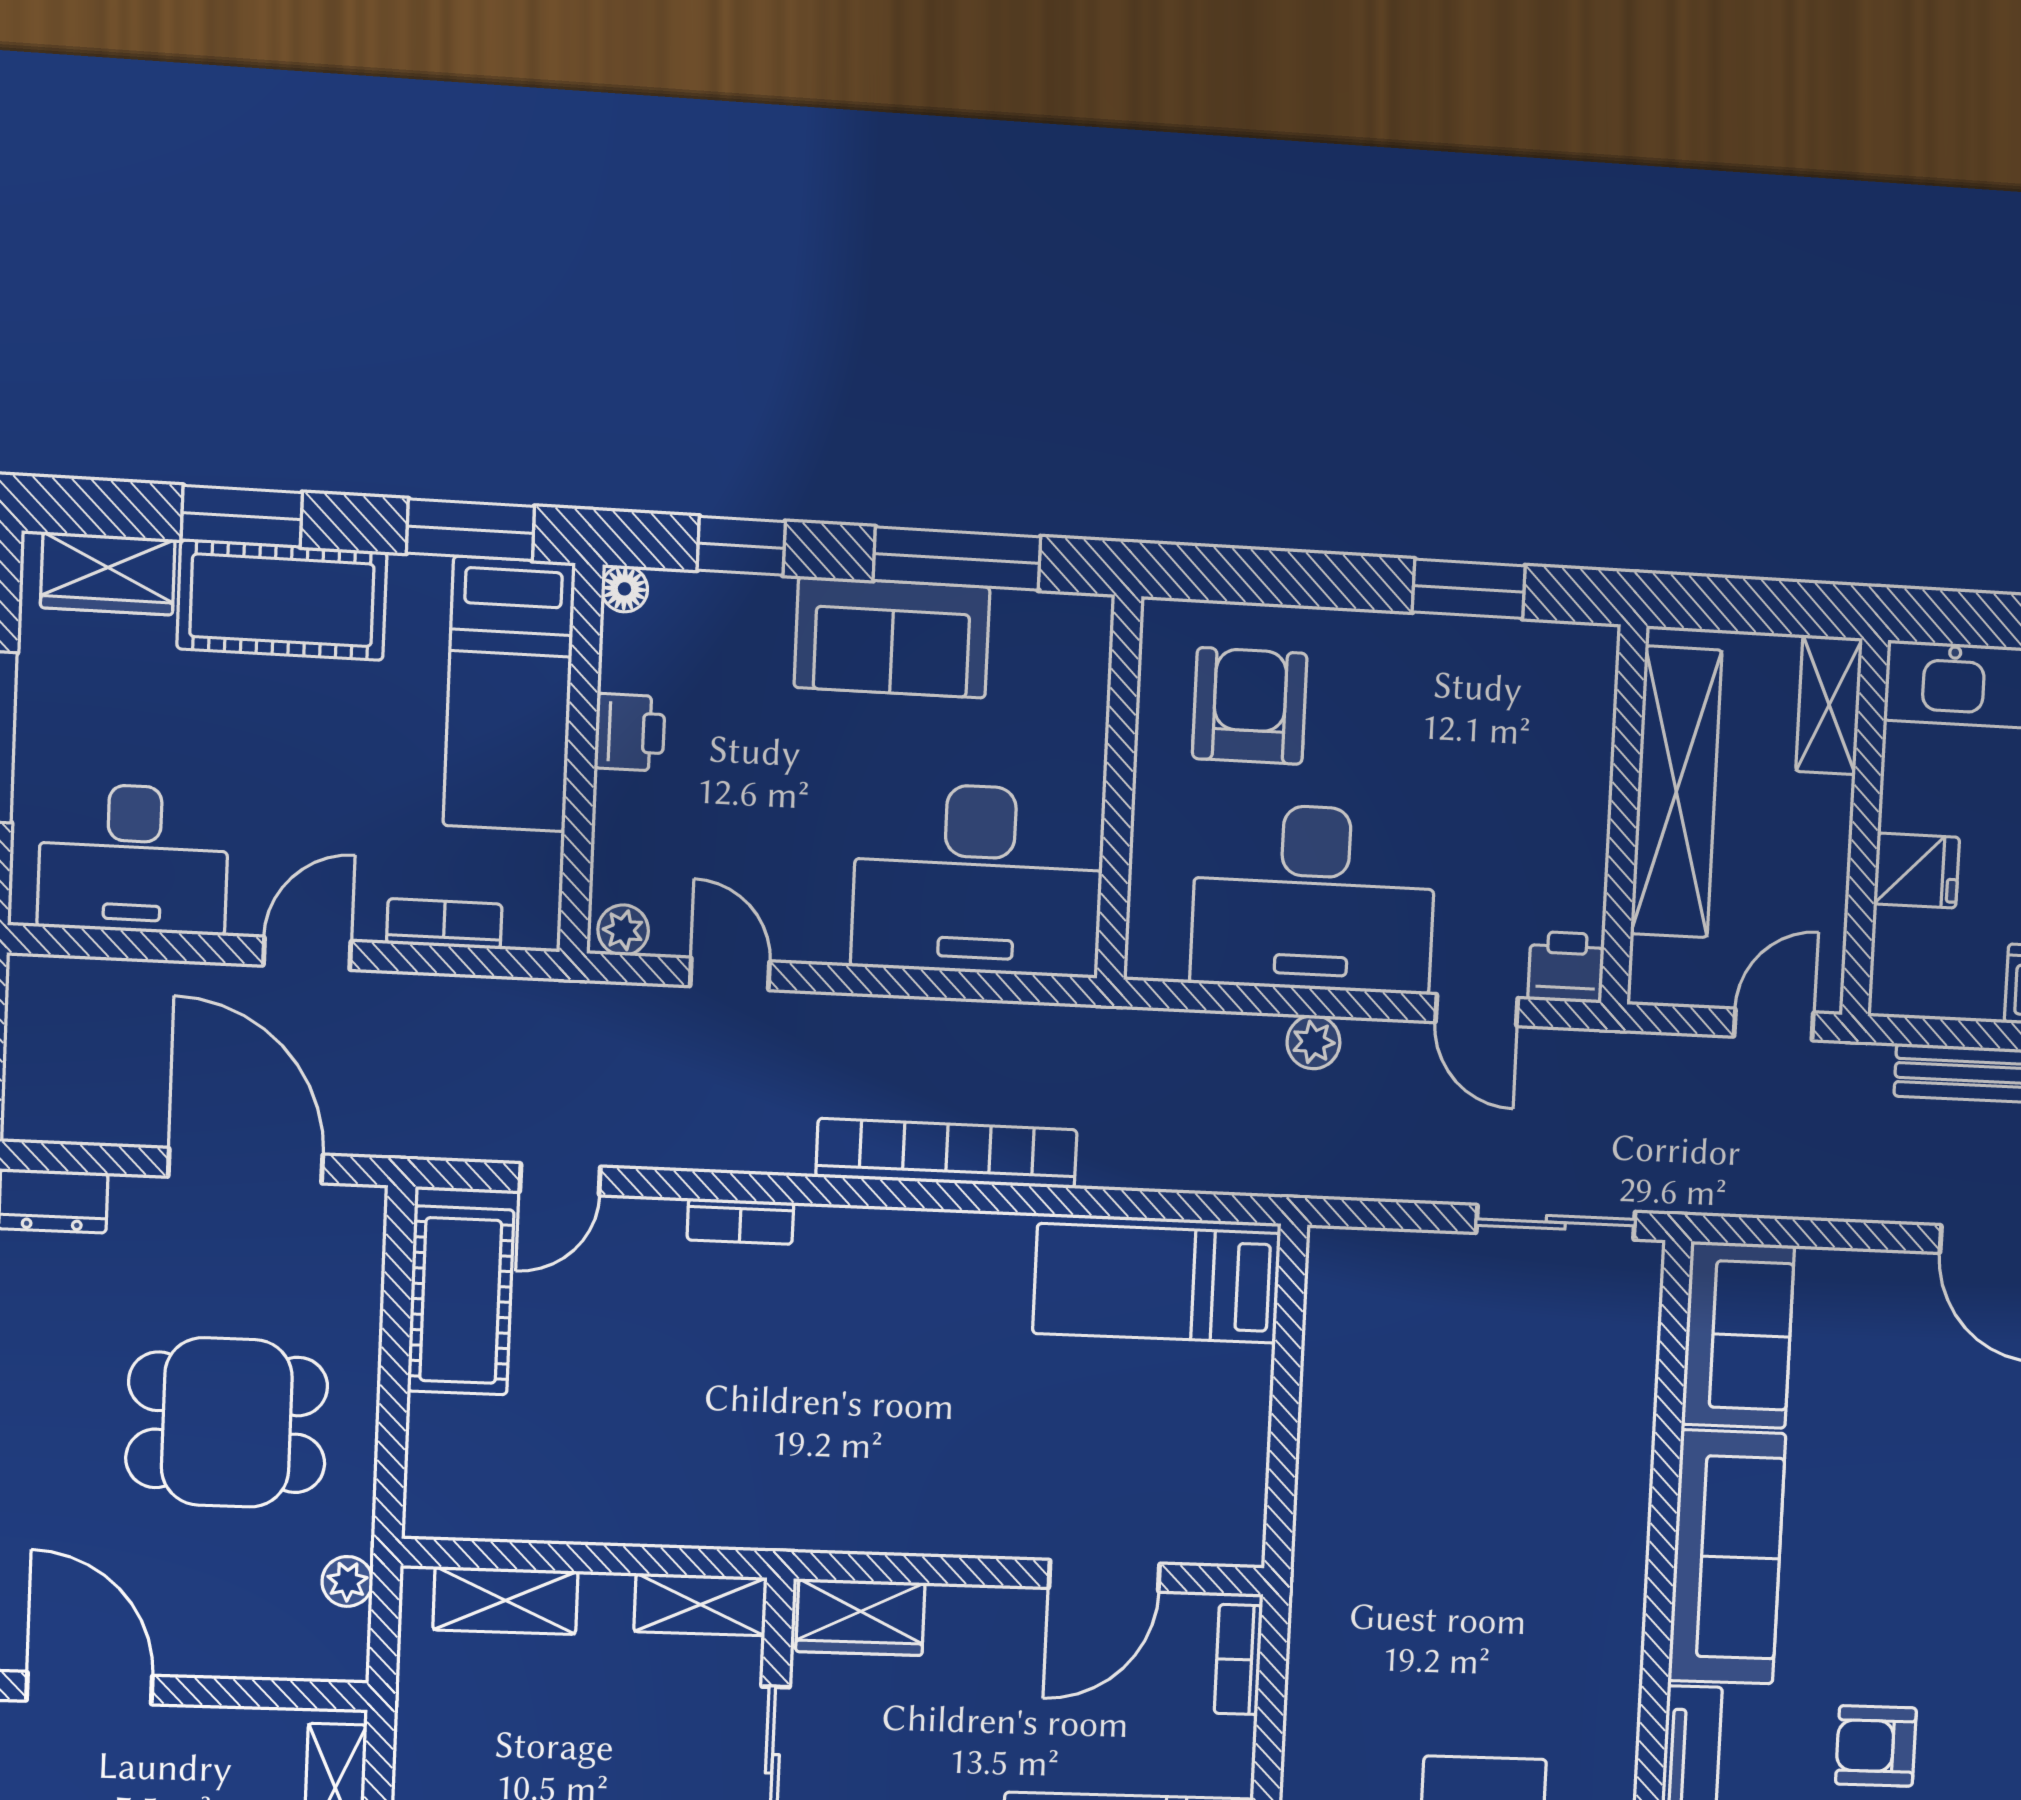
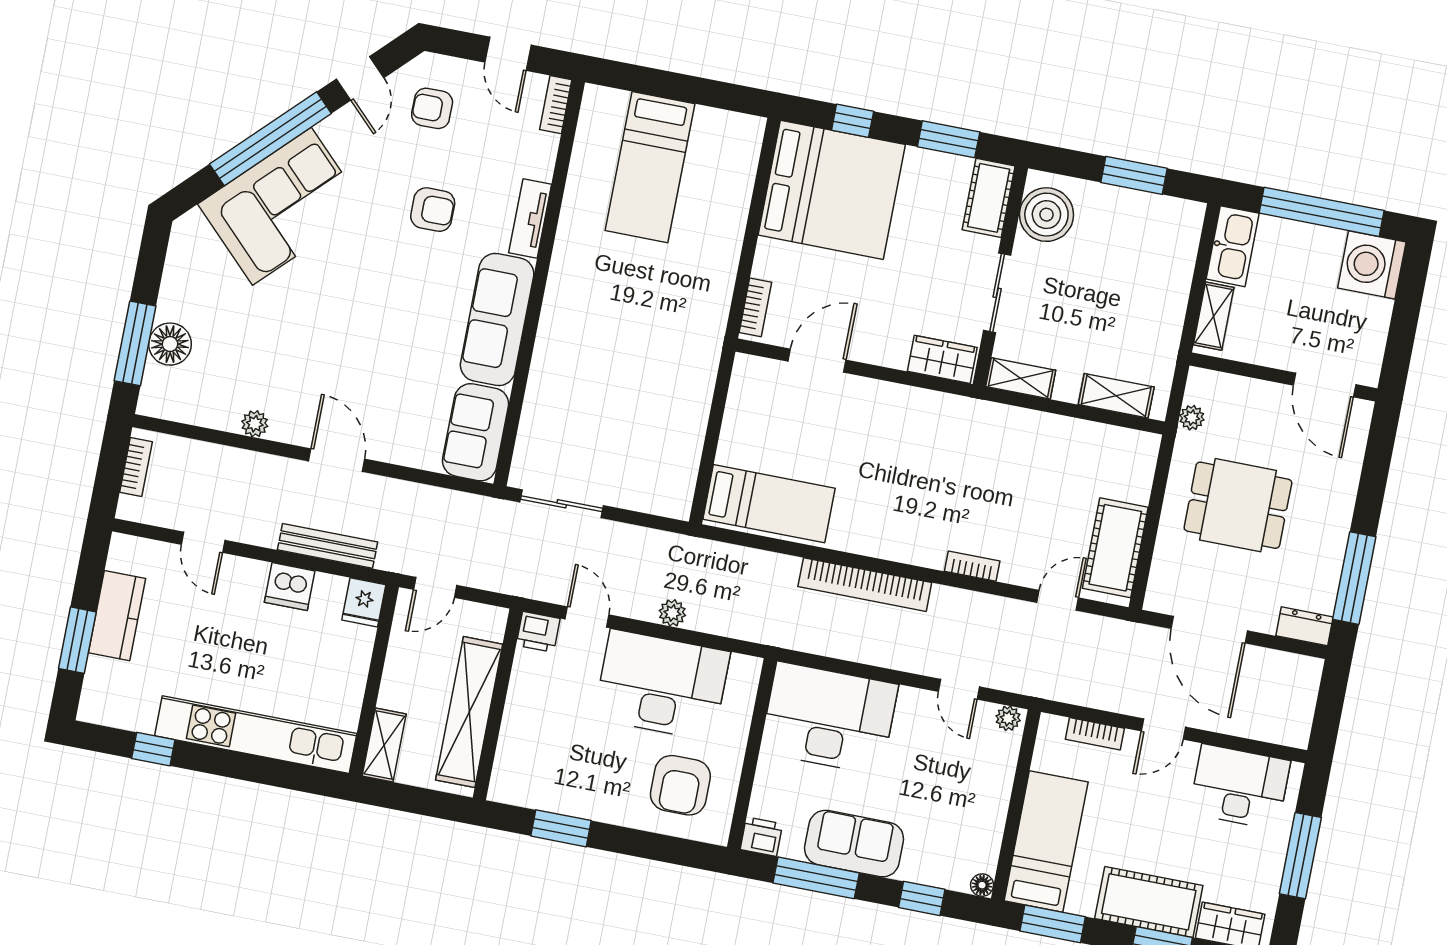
printer: (630, 732) -> (761, 837), moved, turned 90
fridge: (1917, 871) -> (364, 602), moved, turned -90

